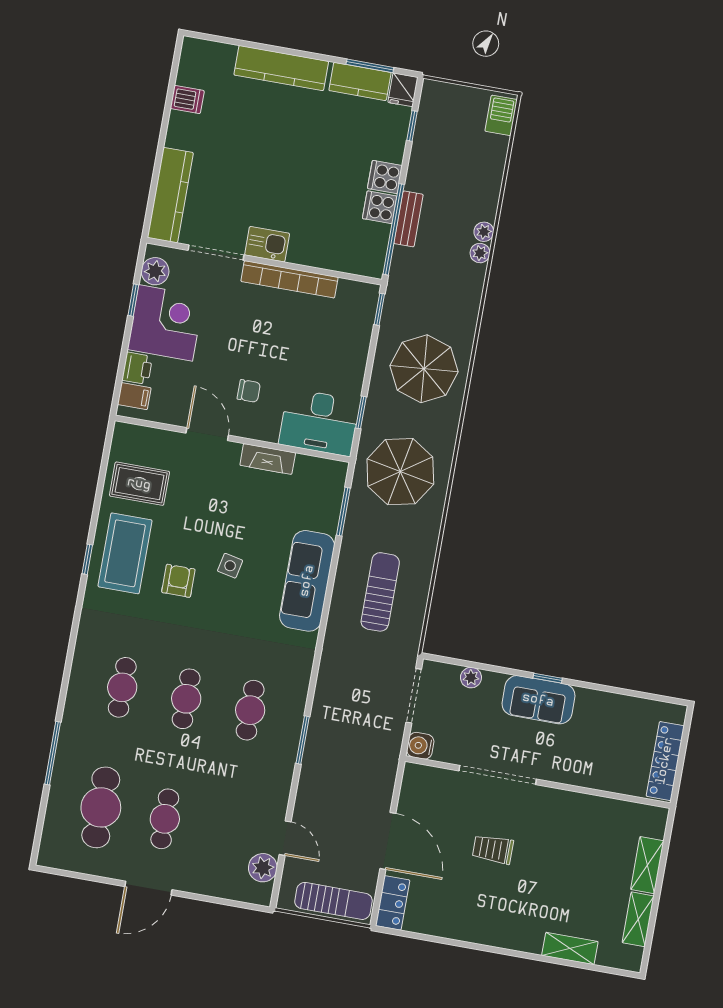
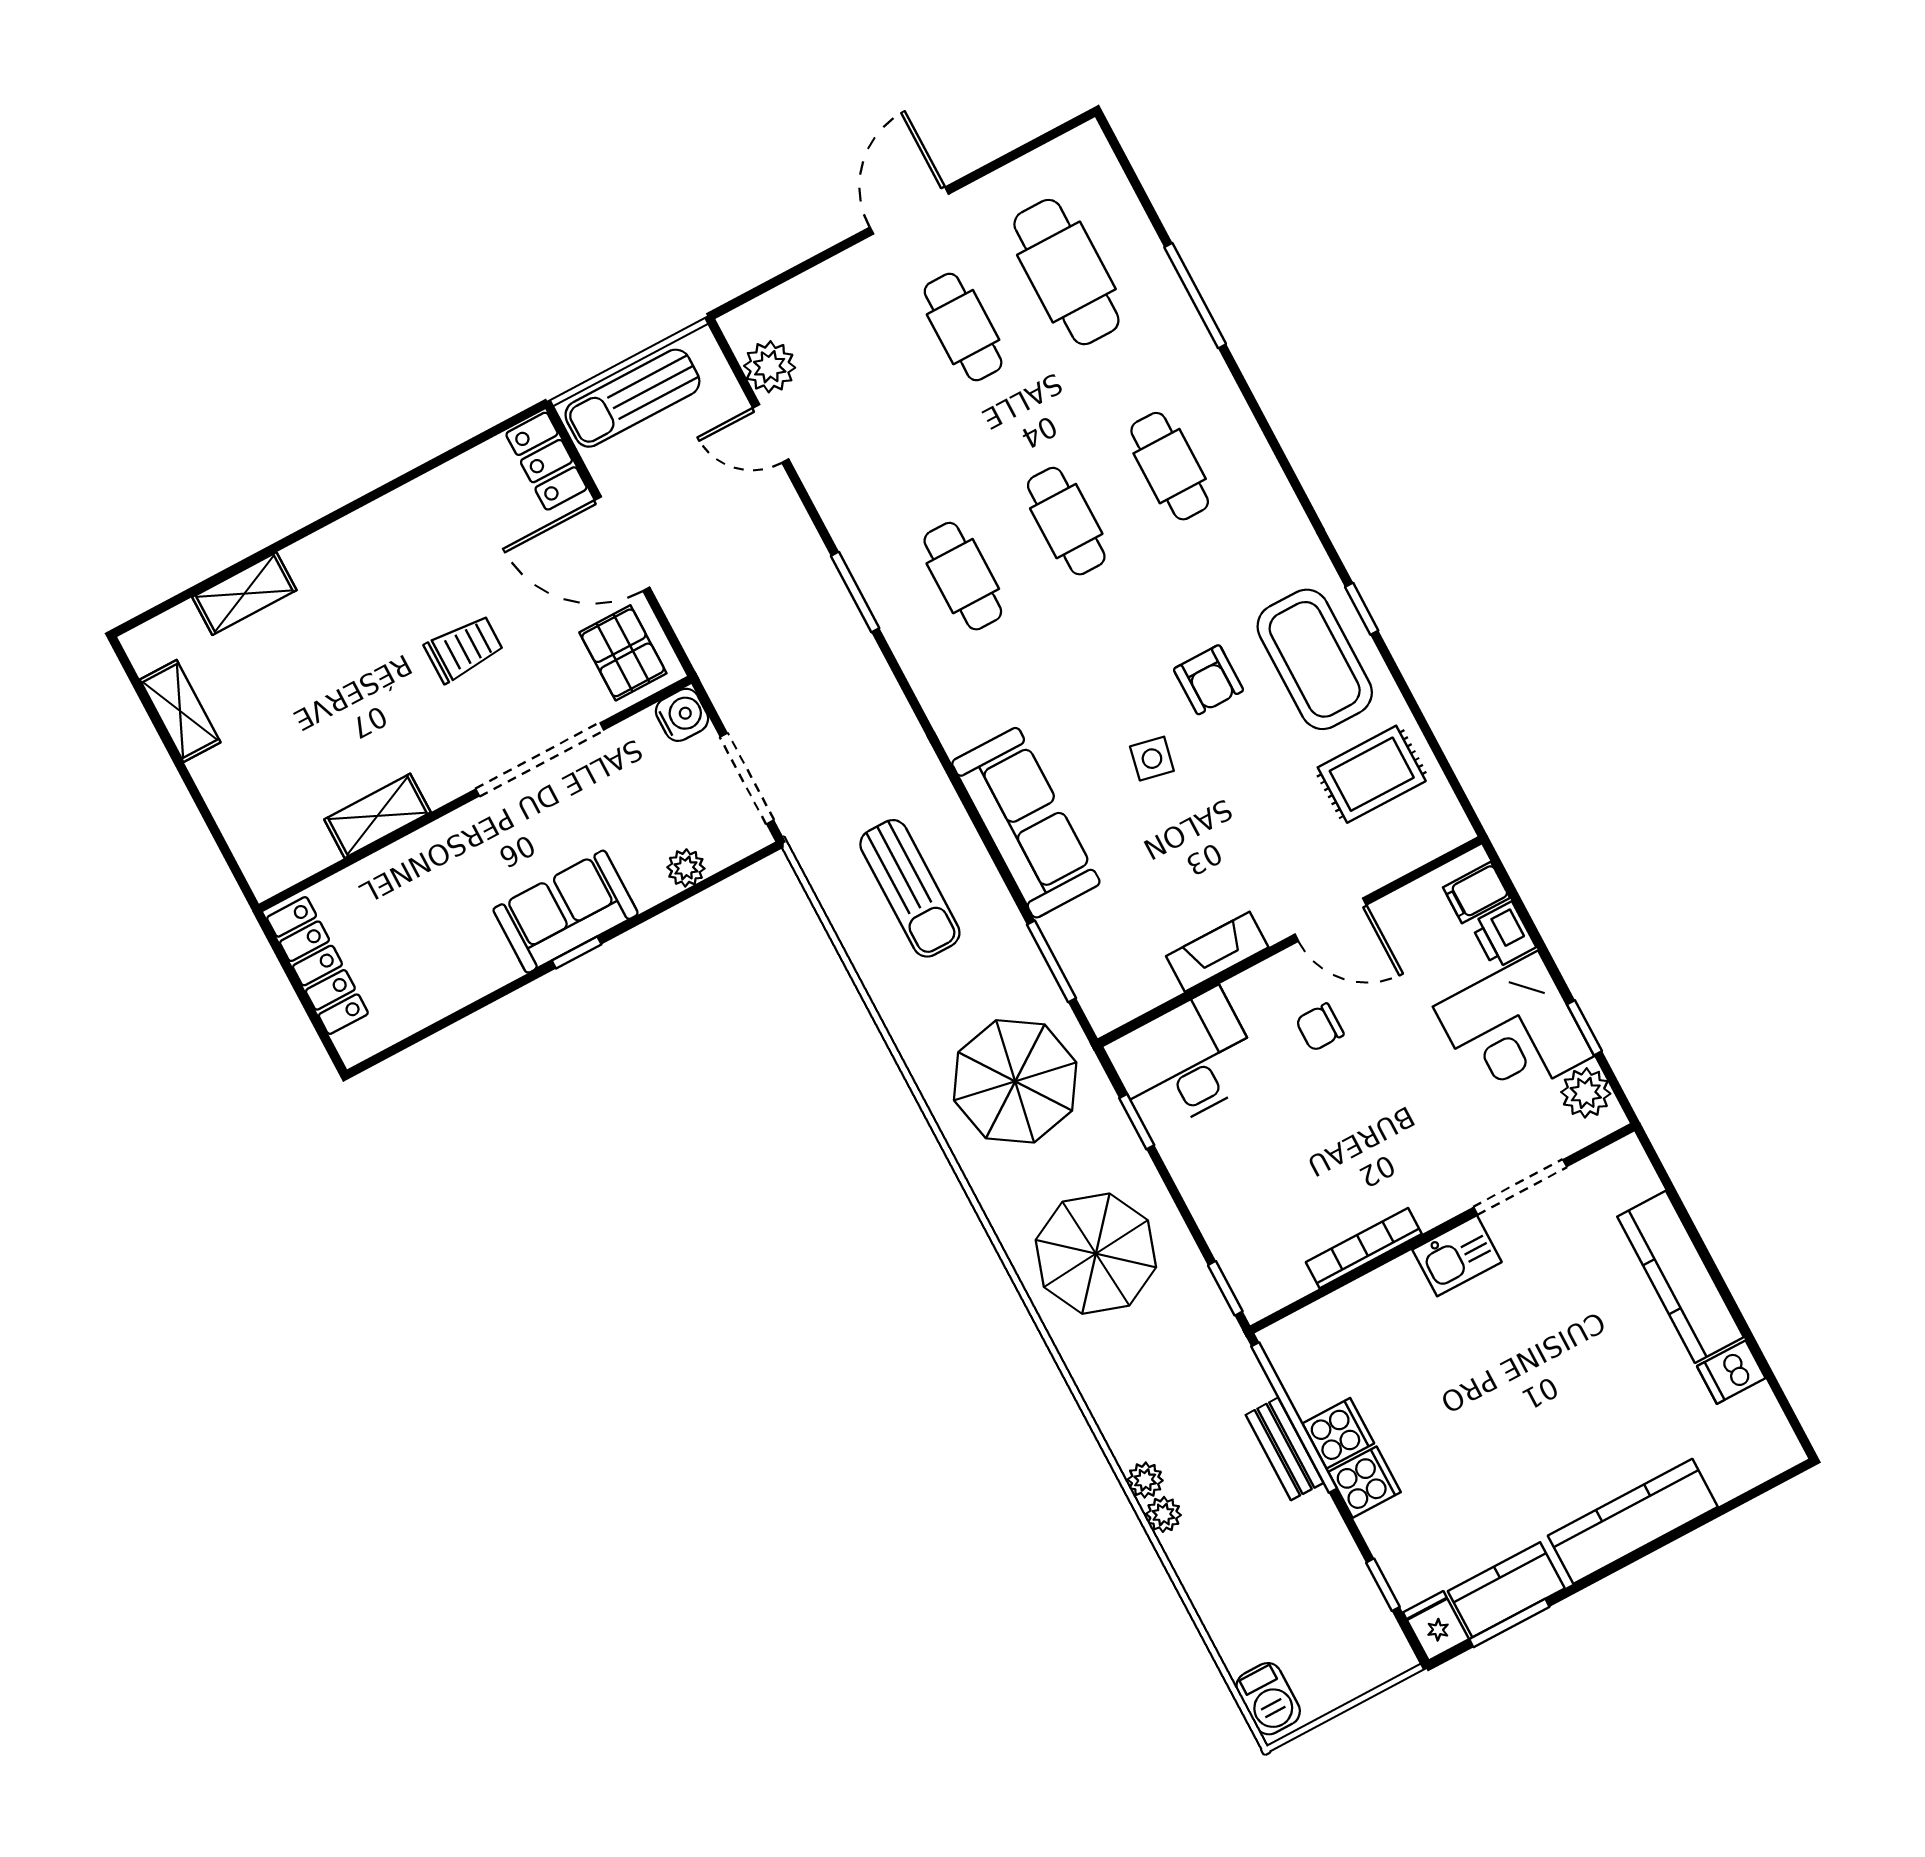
kitchen counter: (170, 195) -> (1680, 1277), moved
bookcase: (289, 279) -> (1364, 1248), width x0.68, depth x0.76
pallet: (425, 793) -> (623, 653), added
shelving: (647, 865) -> (377, 816), moved, turned 90

